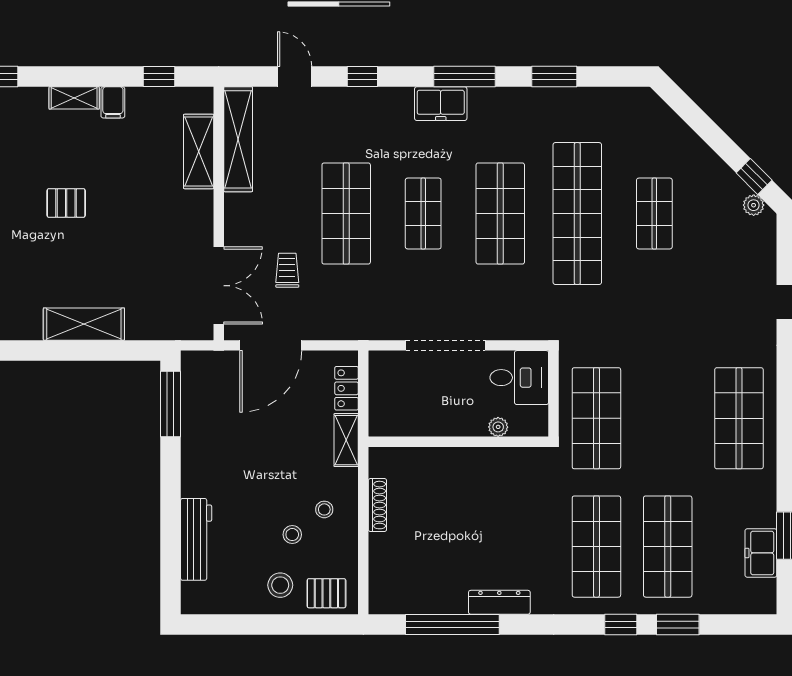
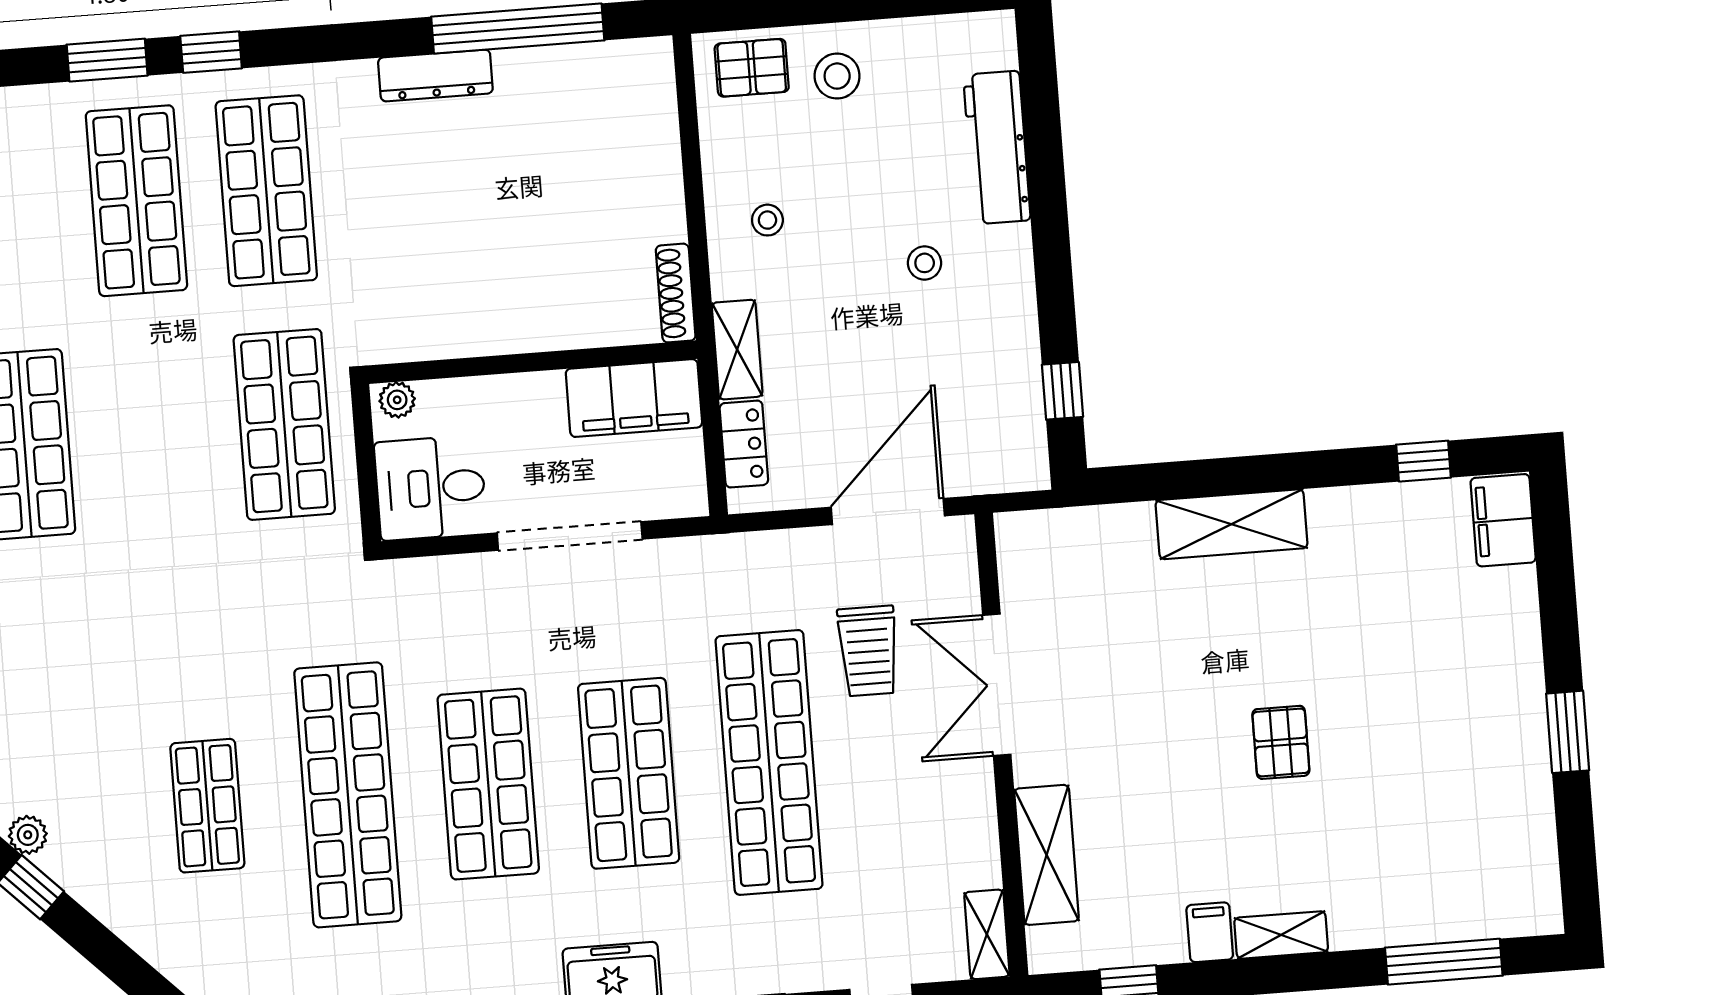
shelving: (238, 139) -> (987, 934), width x0.45, depth x0.75
pallet: (66, 203) -> (1281, 742), turned 90
shop shelf: (346, 214) -> (769, 762), width x1.40
shop shelf: (423, 214) -> (629, 773), width x1.43, depth x1.36
trolley: (287, 270) -> (868, 651), width x1.36, depth x1.39
double door: (219, 286) -> (997, 685), moved
window: (170, 404) -> (1062, 391), width x0.46
filing cabinet: (405, 418) -> (634, 398), added
plant: (498, 427) -> (397, 400), moved
shoe rack: (377, 505) -> (676, 293), moved
stool: (292, 535) -> (925, 263), moved

